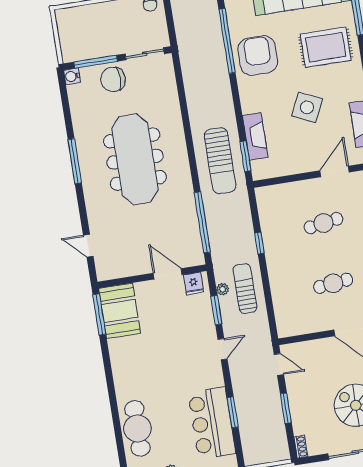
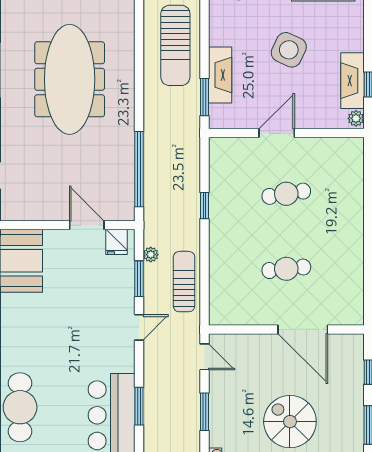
sun lounger: (220, 161) -> (175, 45), moved
door: (335, 171) -> (277, 133), moved
sun lounger: (245, 289) -> (184, 282), moved

